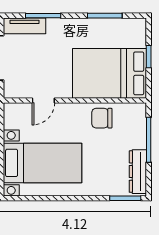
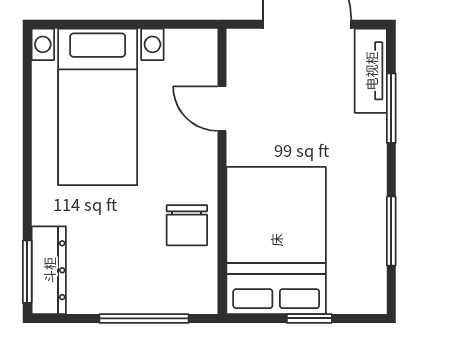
chair: (102, 118) -> (187, 225), turned 180
dresser: (138, 172) -> (49, 270), moved, turned 90

